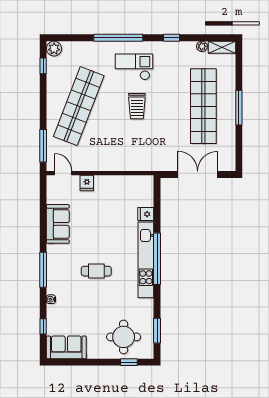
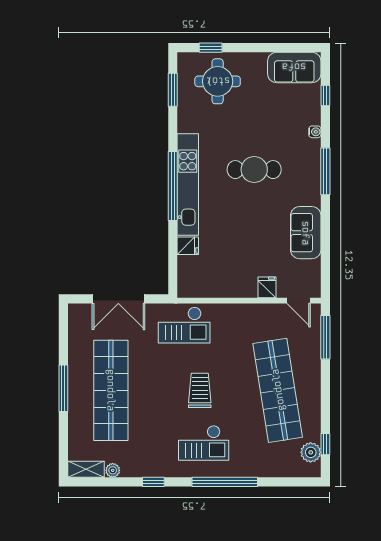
plant: (54, 49) -> (311, 452), moved
shop shelf: (79, 106) -> (278, 390), turned -30
checkout: (149, 155) -> (184, 325), added
cafe table: (96, 271) -> (254, 170), width x1.37, depth x1.35

